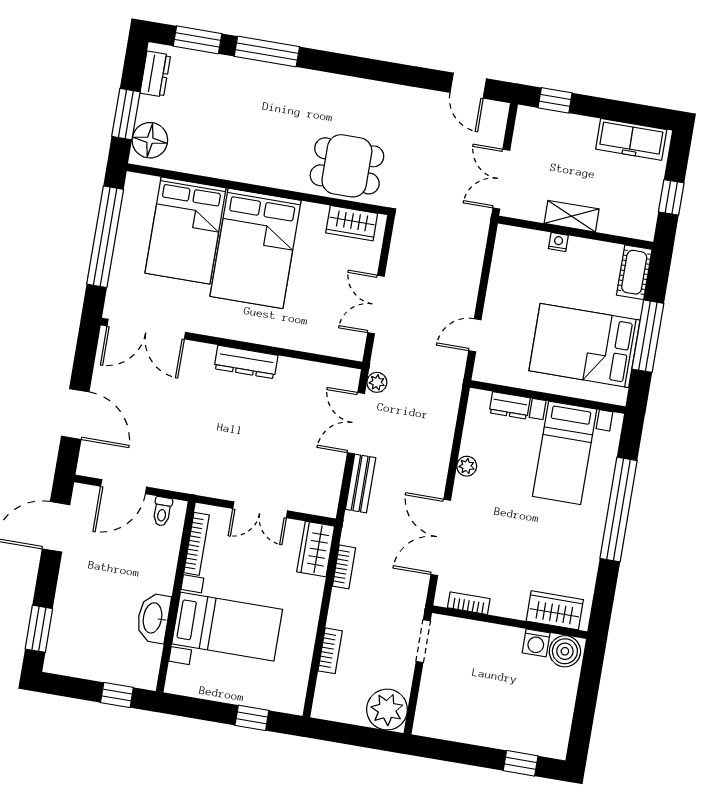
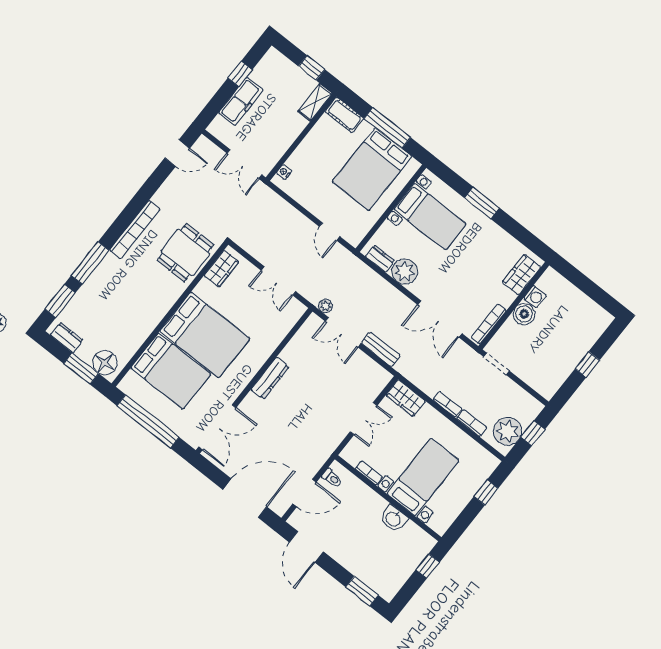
bookcase: (341, 85) -> (135, 230), added
window: (555, 100) -> (240, 74), moved
freezer: (631, 139) -> (241, 101), moved
shelving: (572, 216) -> (315, 102), moved
nightstand: (558, 242) -> (284, 172), moved
dresser: (510, 405) -> (380, 259), moved, turned -90
door: (75, 414) -> (245, 498), width x1.36
plant: (467, 466) -> (405, 272), width x1.88, depth x1.88
door: (124, 487) -> (305, 493), hinge flipped
window: (618, 509) -> (482, 203), width x0.47
bookcase: (196, 544) -> (369, 473), width x0.64
bookcase: (344, 567) -> (447, 404), moved
bookcase: (469, 603) -> (489, 324), width x1.56
washbasin: (153, 618) -> (393, 519), width x0.72
boiler: (565, 651) -> (524, 314), moved
plant: (387, 710) -> (508, 431), moved
window: (360, 736) -> (533, 433), added
window: (521, 763) -> (587, 364), moved

